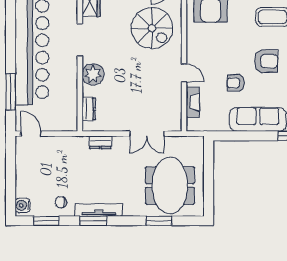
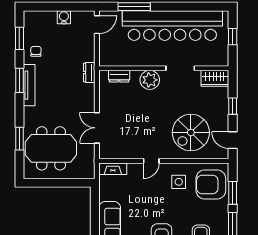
side table: (208, 42) -> (179, 182), added
armchair: (236, 83) -> (142, 207), removed
fireplace: (193, 102) -> (113, 169), moved
dresser: (100, 142) -> (89, 73), moved
water cooler: (23, 205) -> (64, 17), moved

